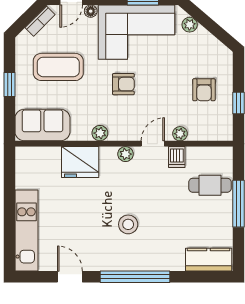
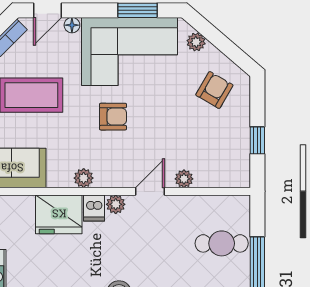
armchair: (204, 90) -> (214, 90), moved, turned -150
dishwasher: (177, 157) -> (94, 208), moved

